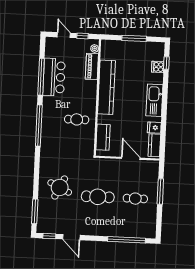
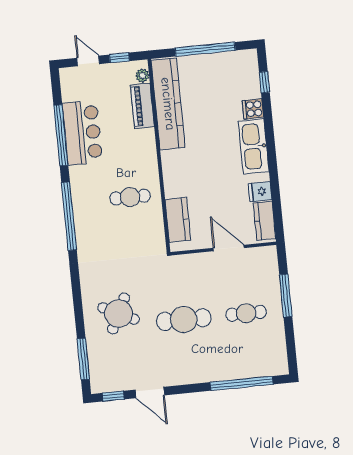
window: (134, 38) -> (205, 49), width x1.46
cooker: (158, 67) -> (253, 109), moved
kitchen counter: (106, 87) -> (168, 104), moved

